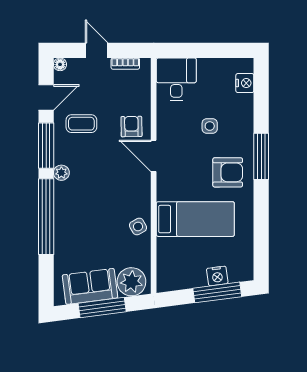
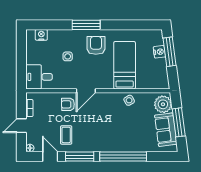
plant: (61, 173) -> (96, 147), removed

